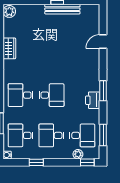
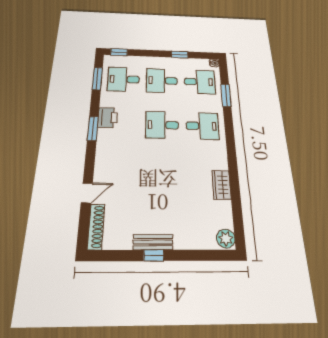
bench: (62, 9) -> (153, 242), width x0.73
shoe rack: (95, 19) -> (96, 227), added
desk: (51, 135) -> (162, 81), turned 180
plant: (78, 154) -> (130, 60), removed

